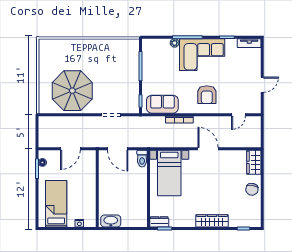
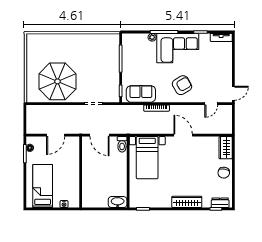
door: (262, 85) -> (233, 93), moved
armchair: (207, 95) -> (182, 85), turned -120
washbasin: (111, 221) -> (118, 202), moved
dresser: (159, 222) -> (220, 203), moved

